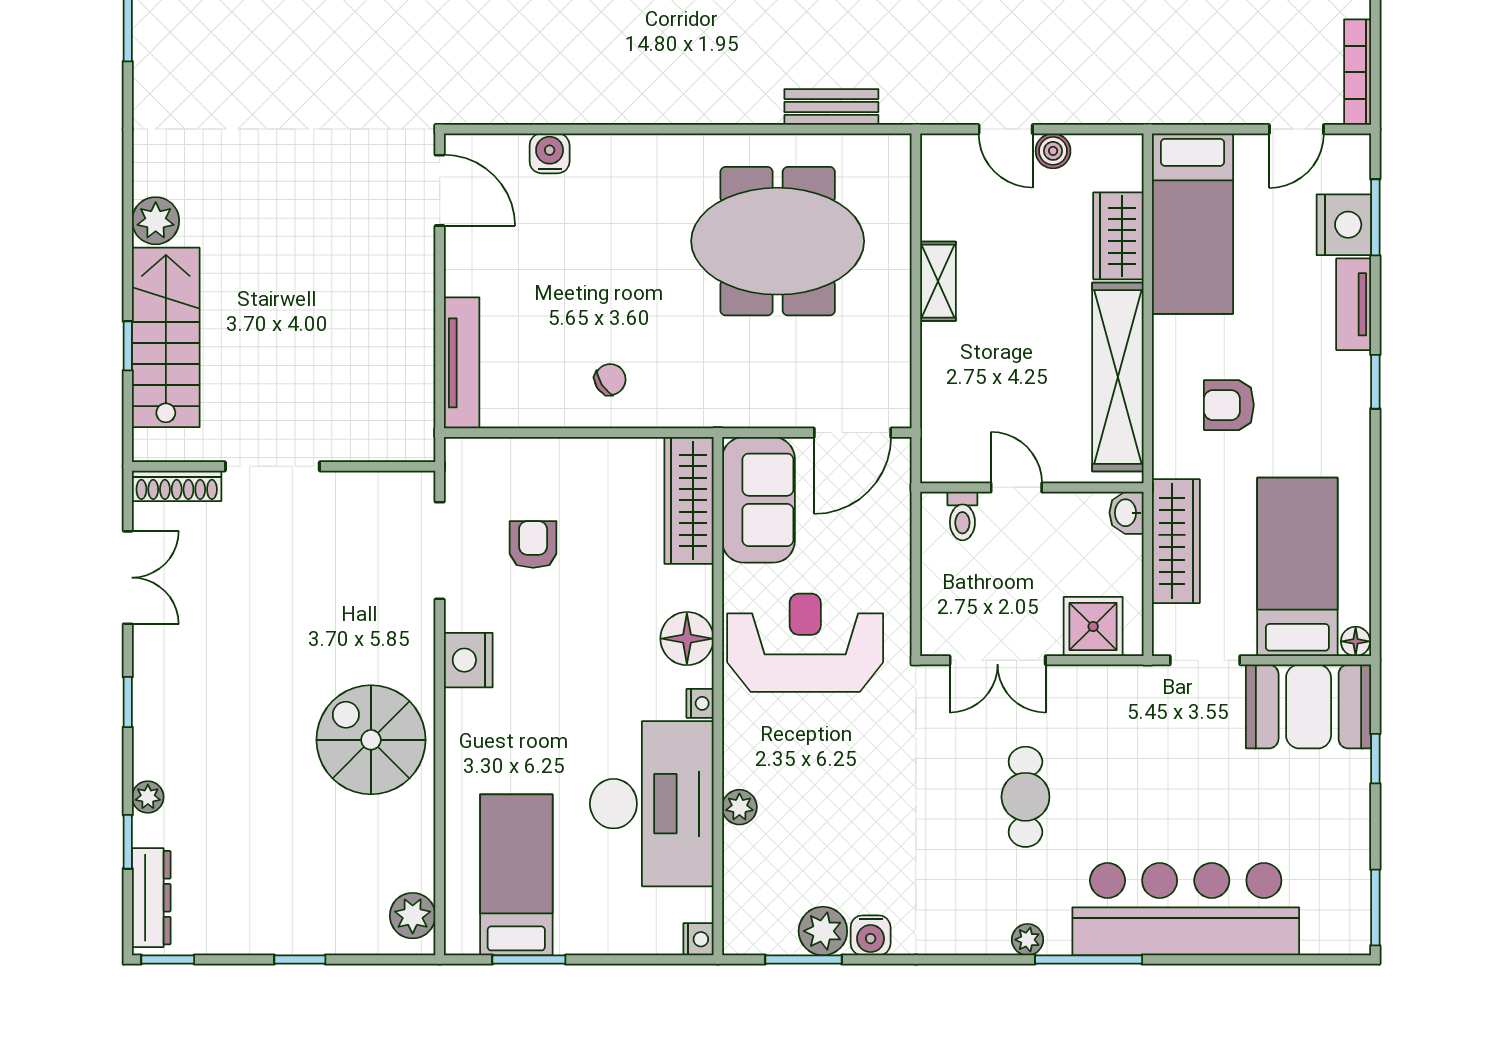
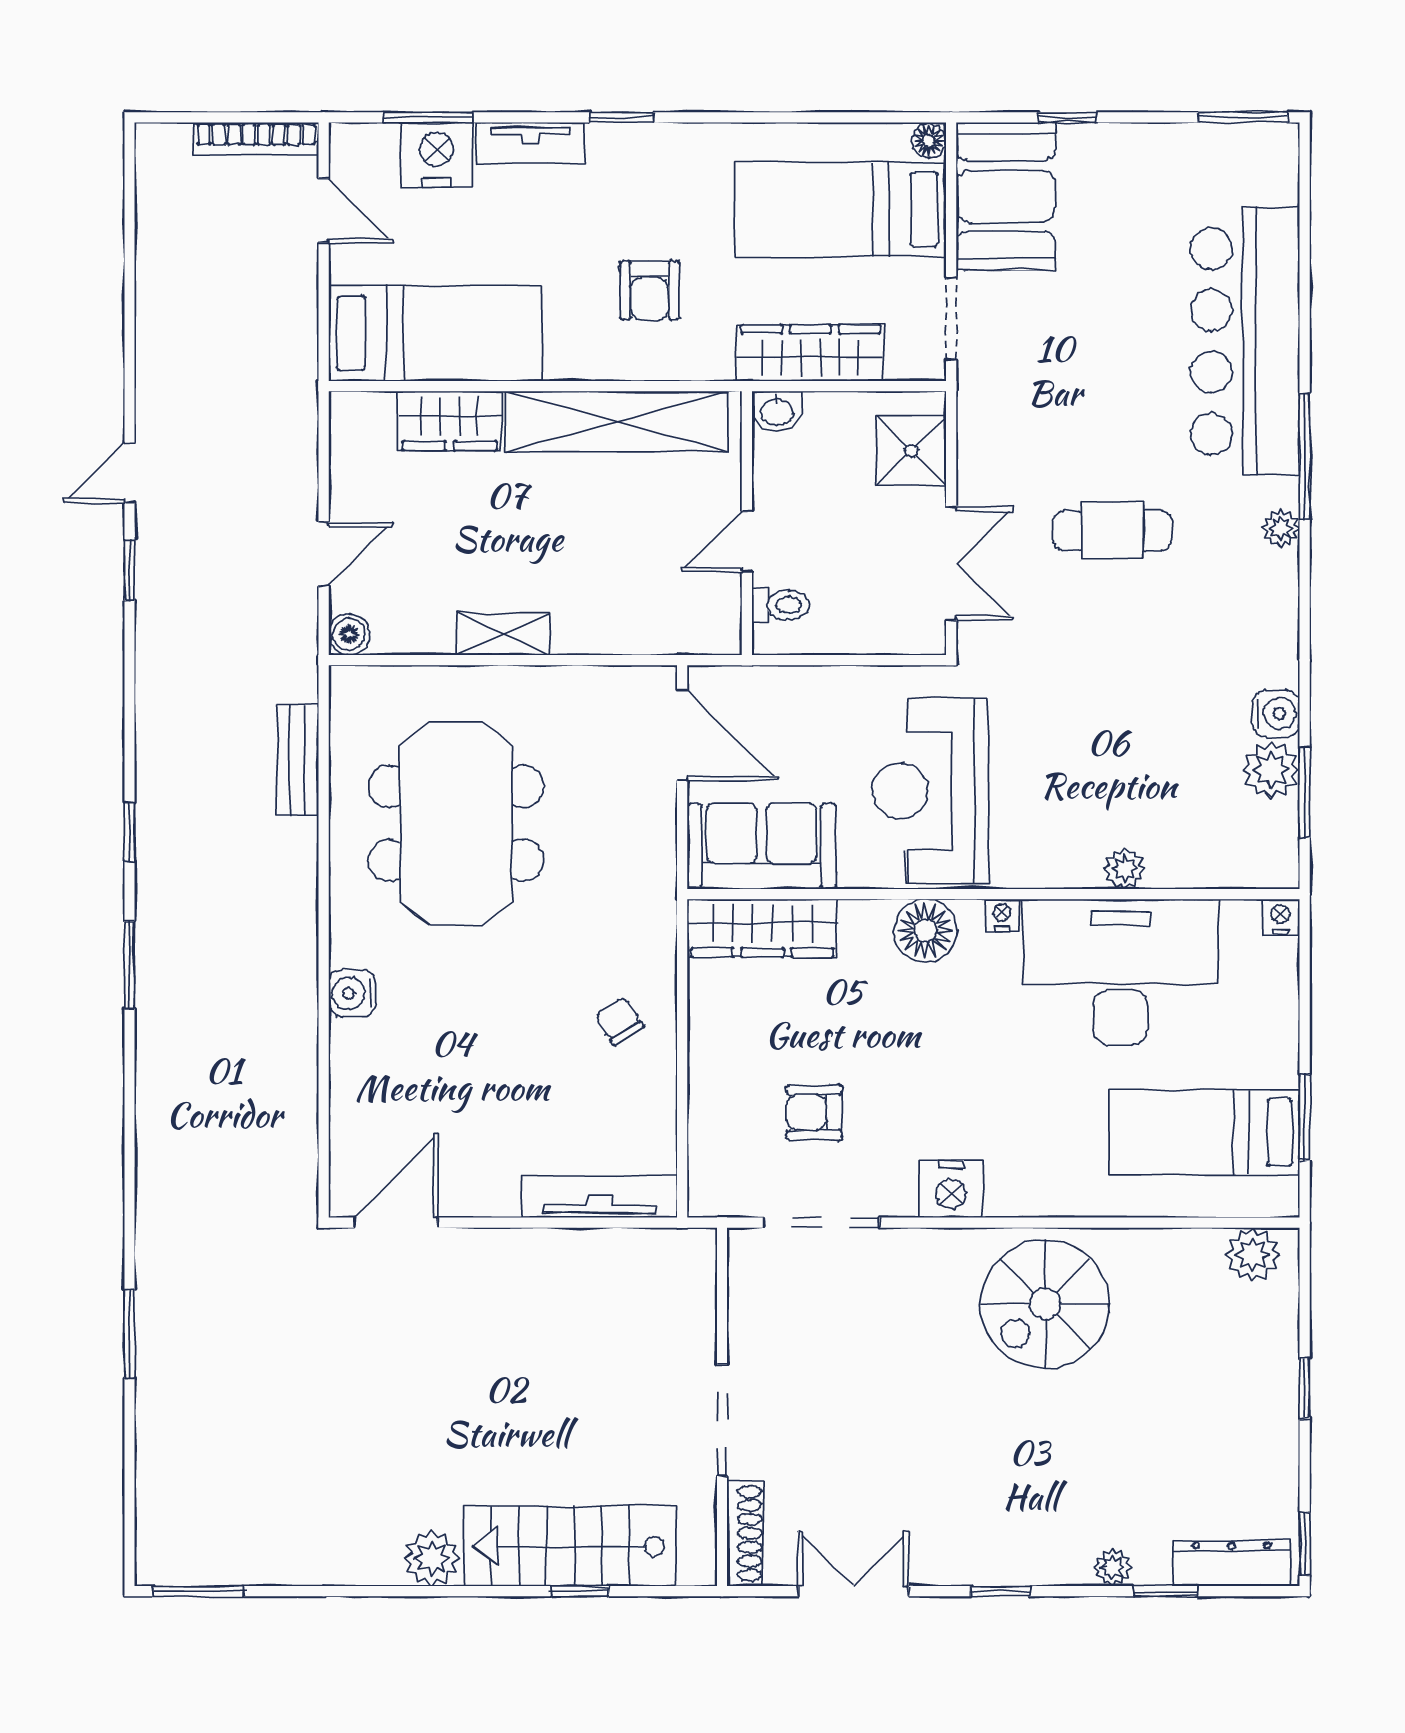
boiler: (1053, 151) -> (349, 634), moved
water cooler: (550, 153) -> (352, 993), moved

